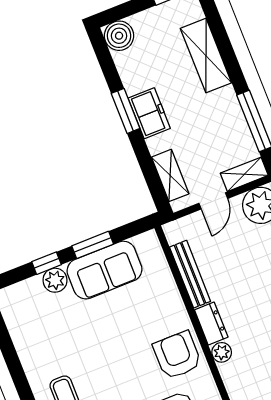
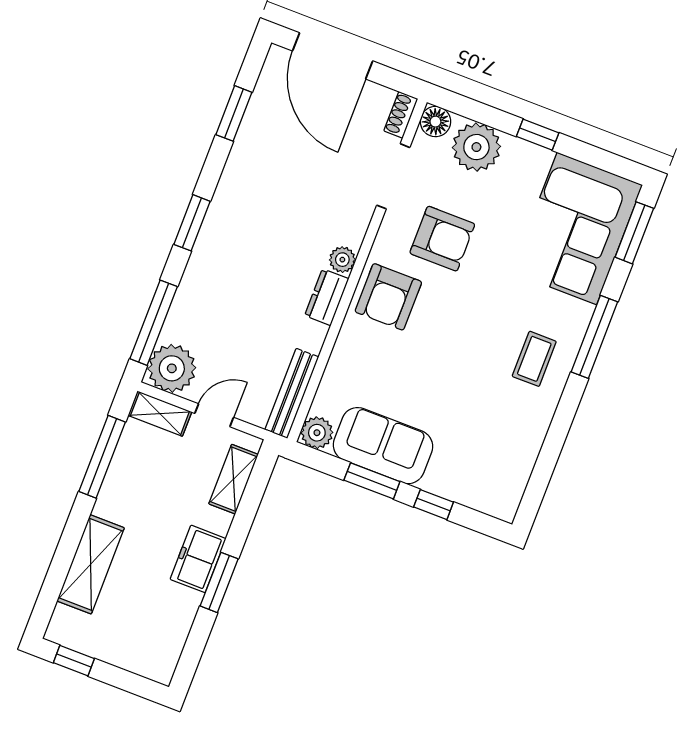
boiler: (119, 36) -> (158, 662), removed
bench: (190, 274) -> (292, 393), moved
plant: (55, 280) -> (317, 433), moved

